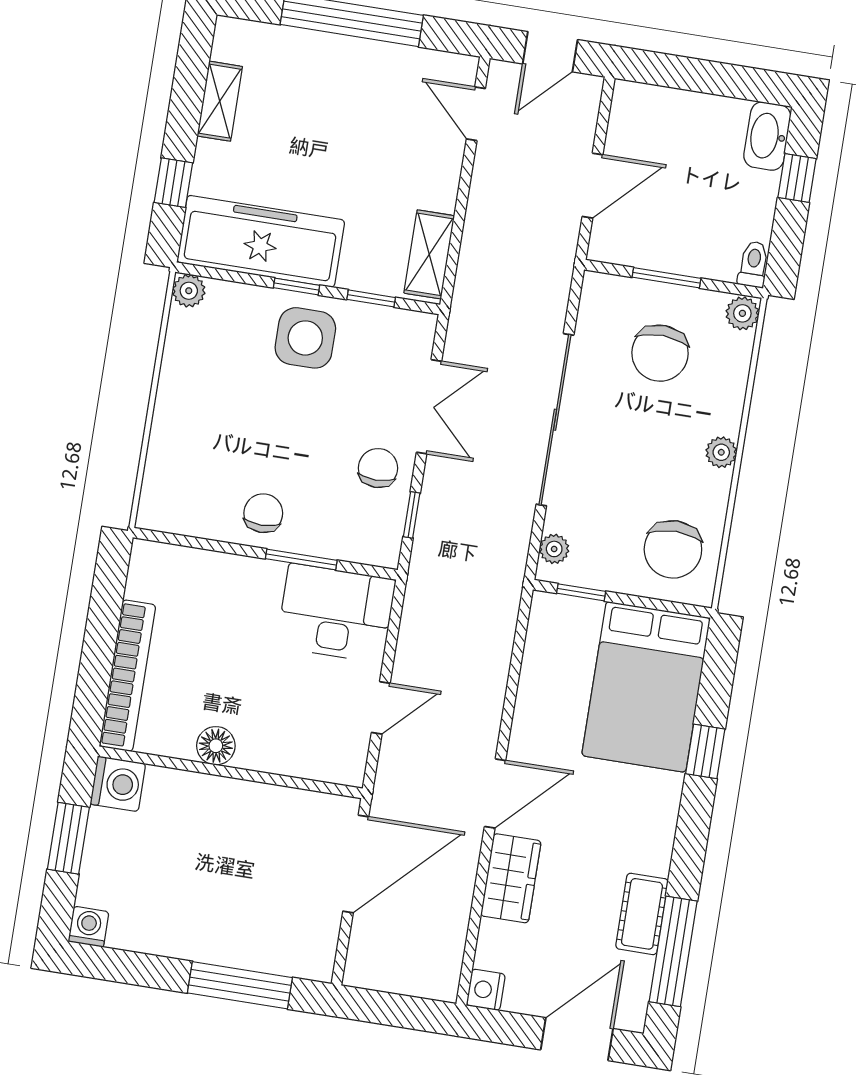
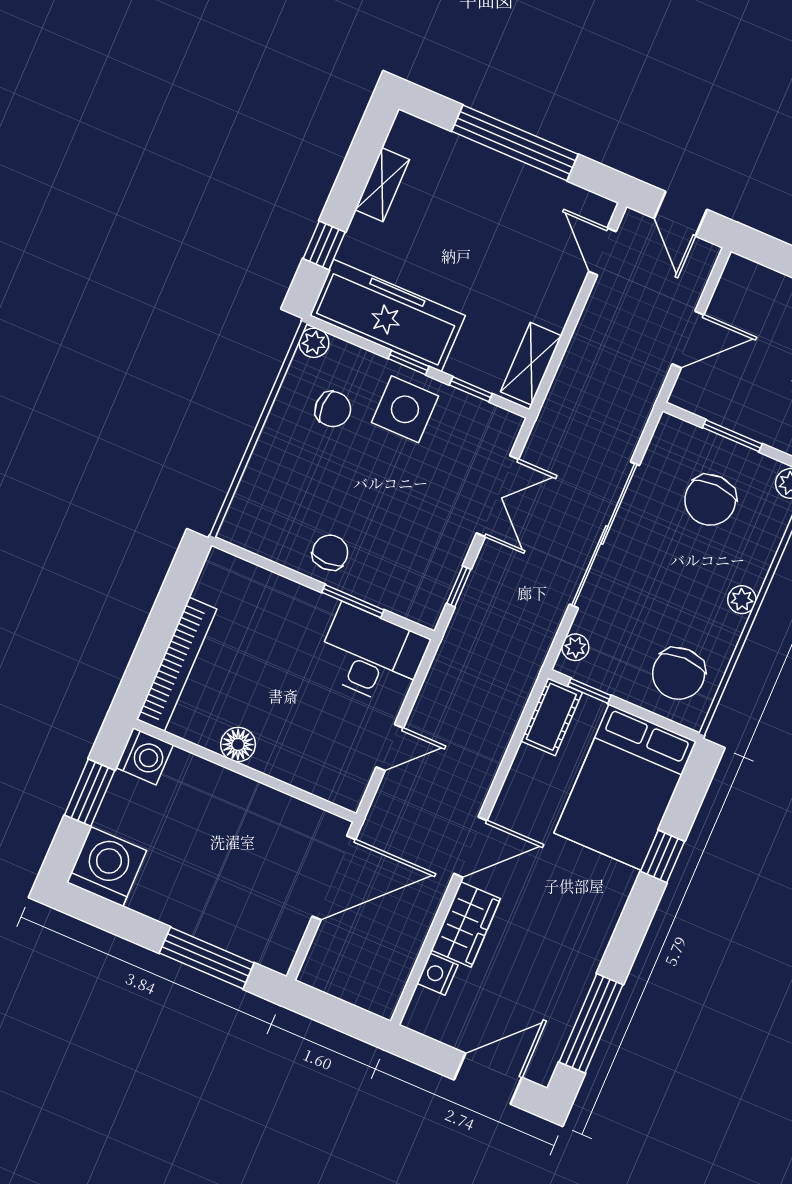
door: (550, 52) -> (680, 214), hinge flipped
chair: (378, 468) -> (333, 409), moved, turned 90
cot: (642, 914) -> (551, 717), moved
washing machine: (88, 927) -> (107, 867), width x1.89, depth x1.89
nightstand: (486, 990) -> (437, 974), moved

